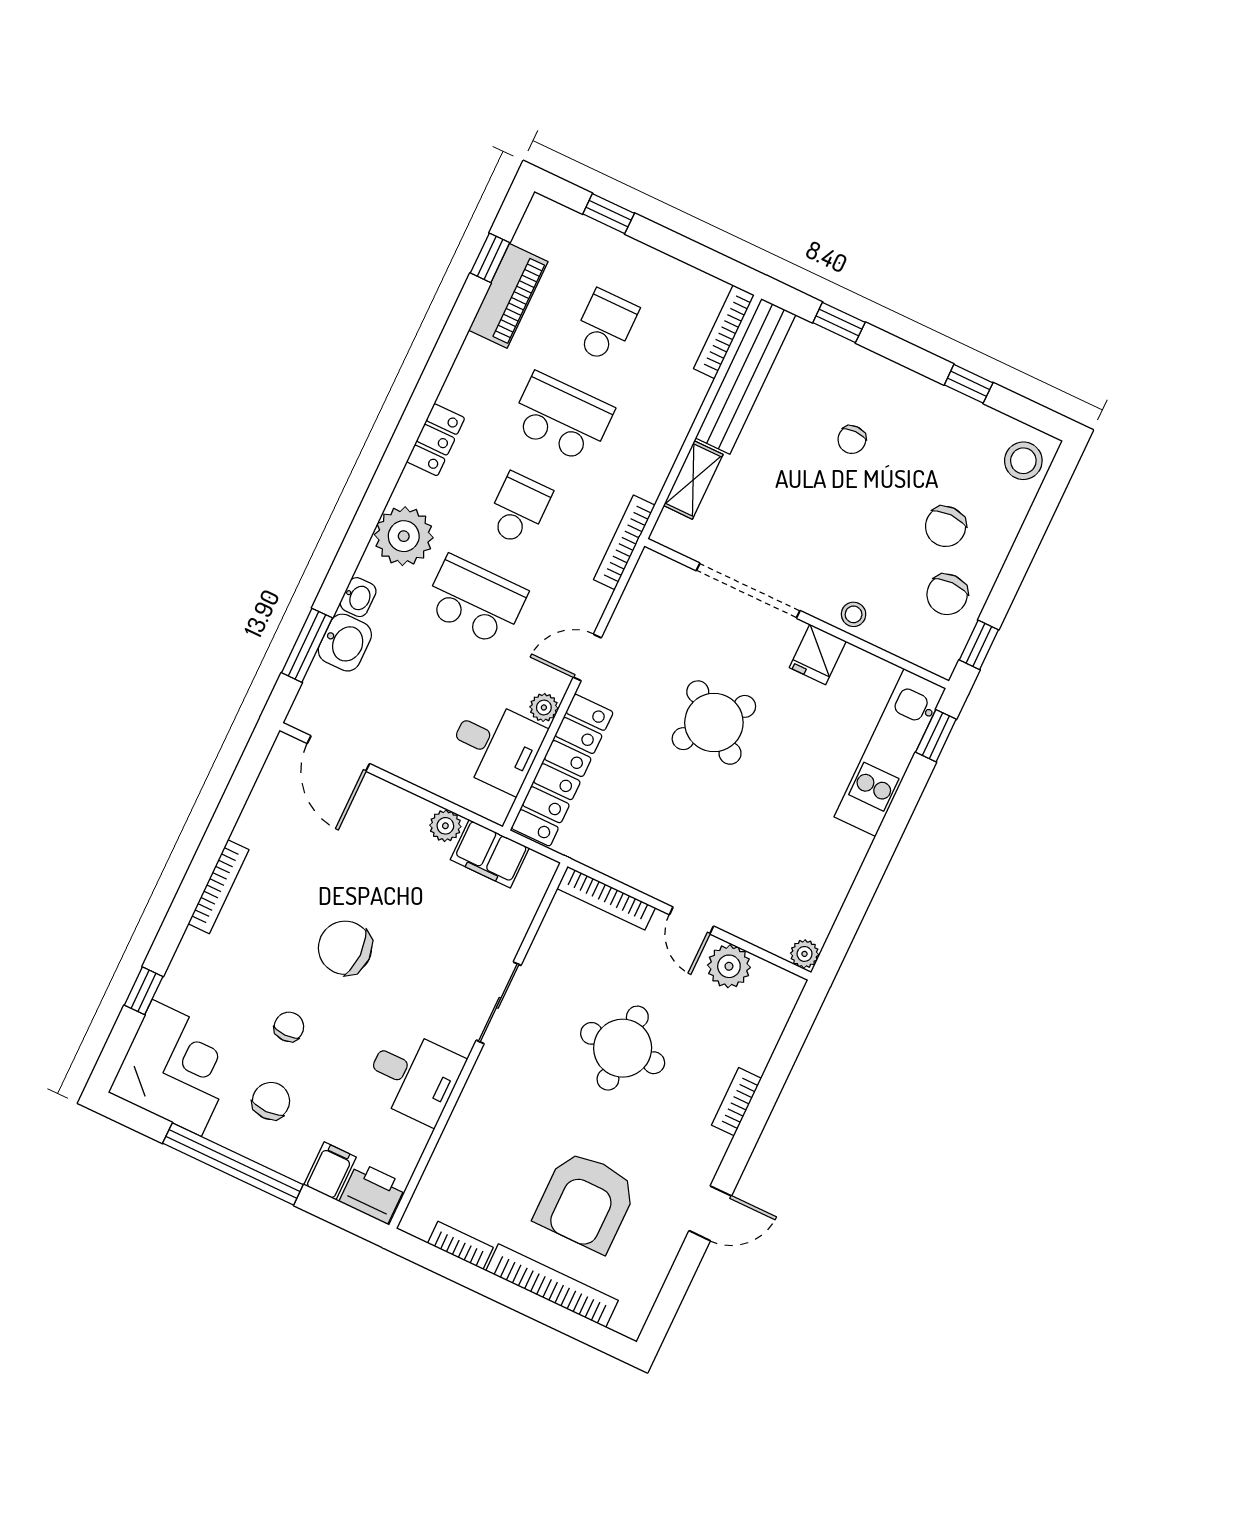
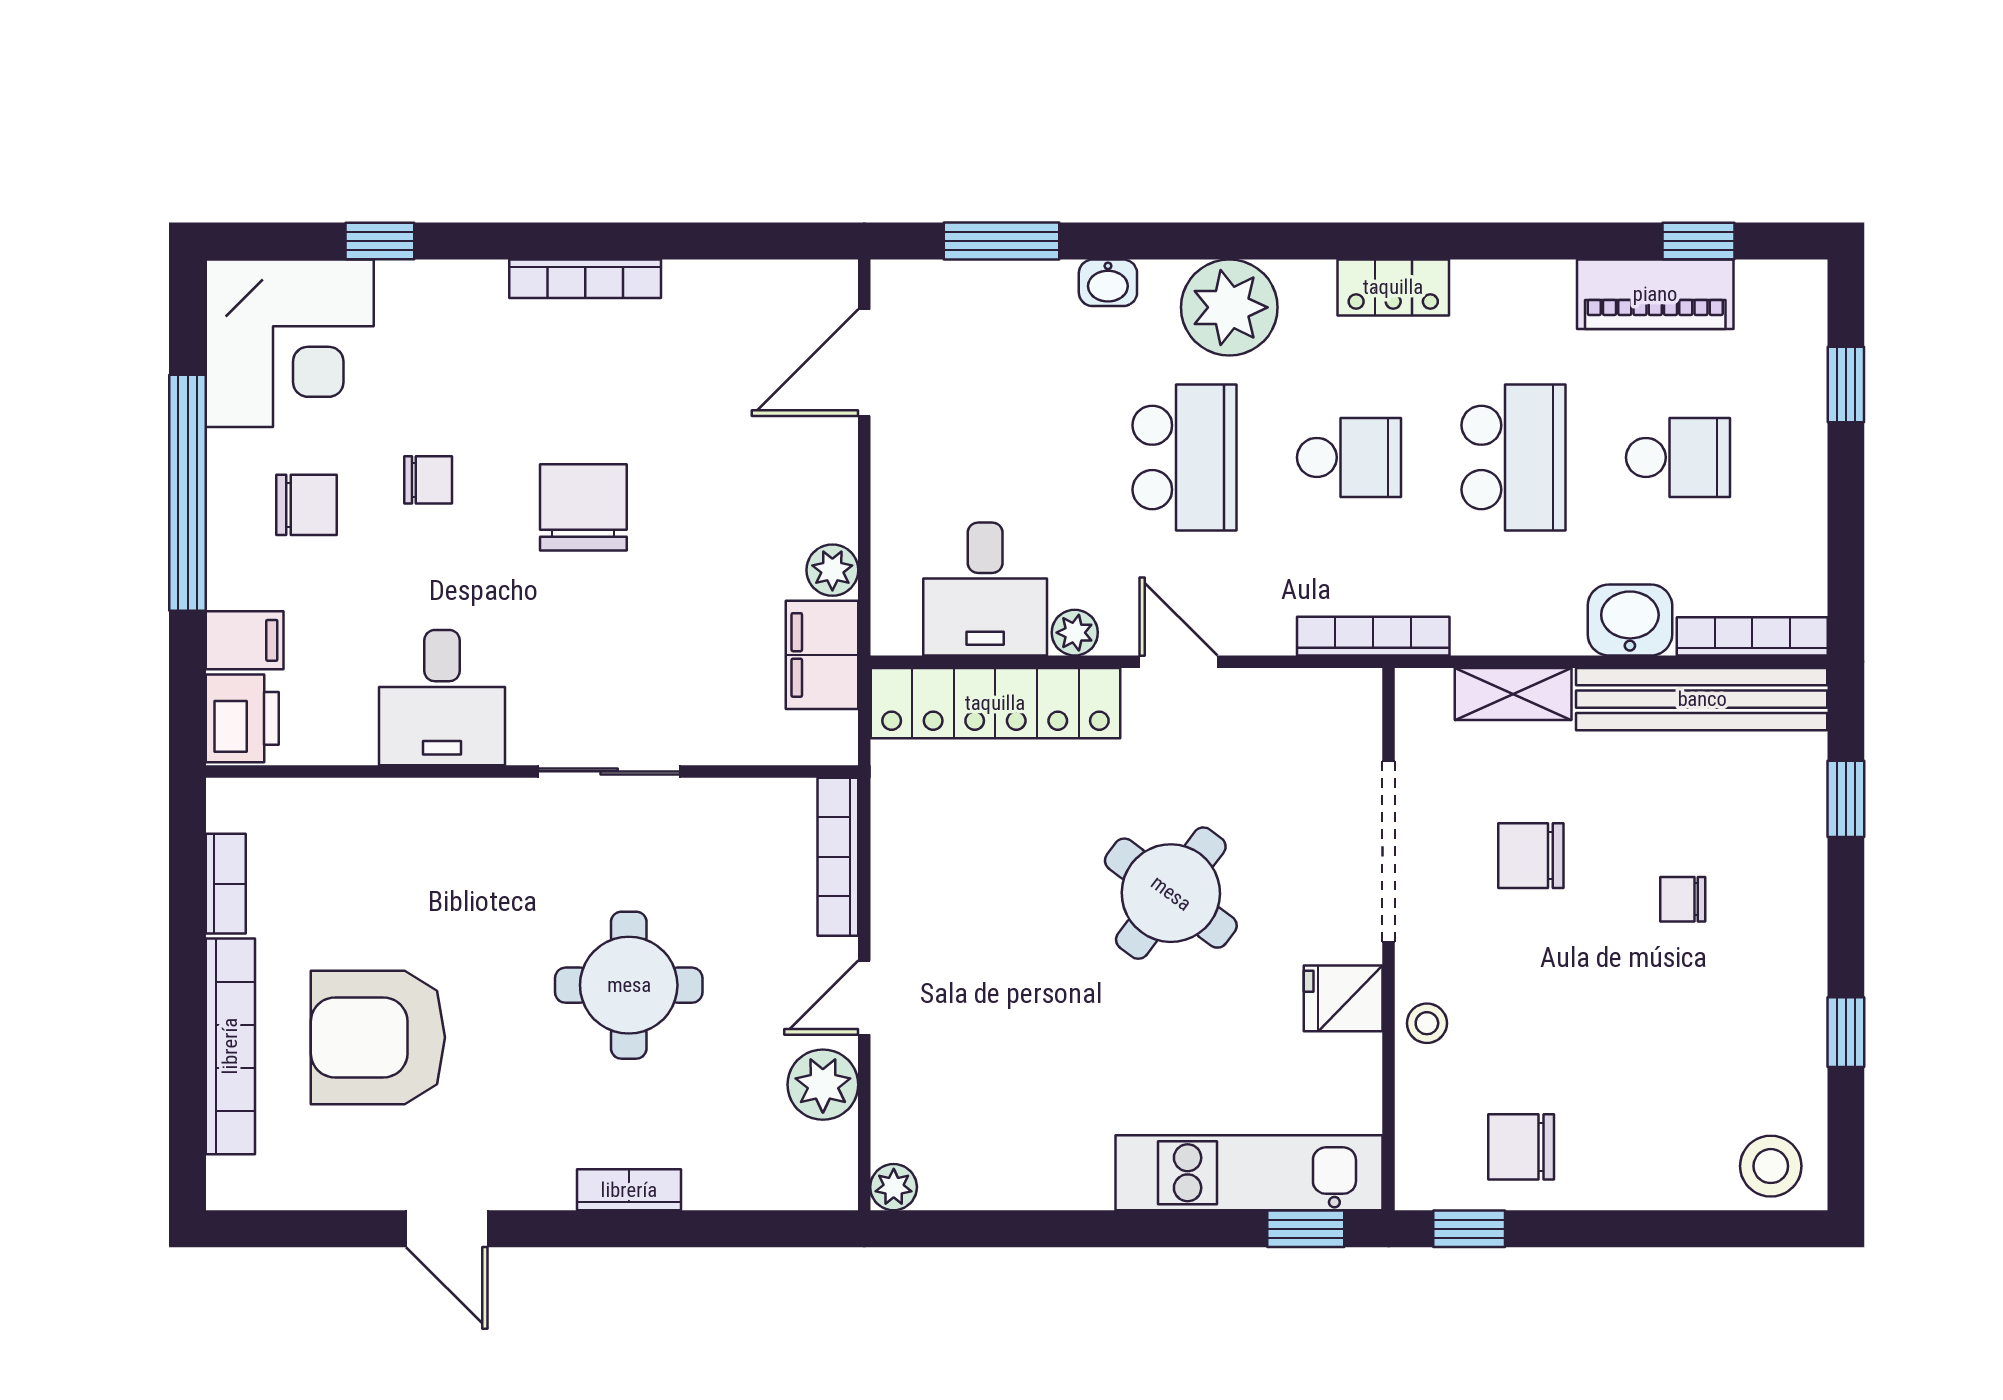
chair: (946, 526) -> (1531, 856), moved
washbasin: (345, 643) -> (1630, 620), moved, turned 180

